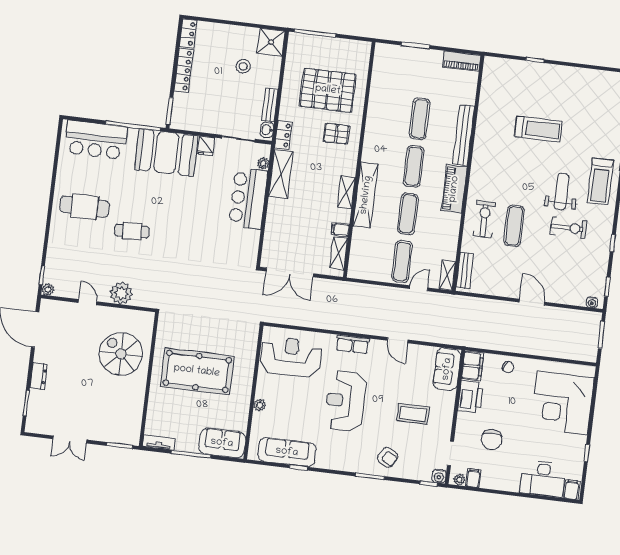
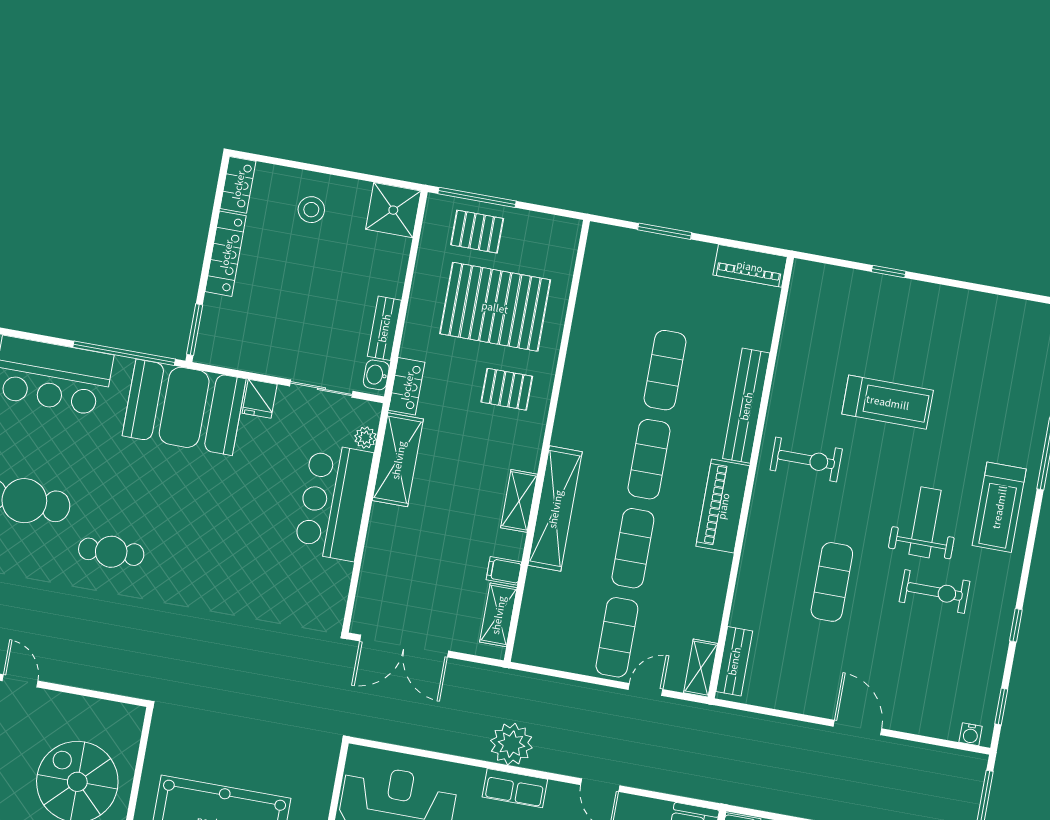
pallet: (316, 51) -> (477, 232), added
stool: (243, 66) -> (311, 210), moved
exercise bike: (484, 219) -> (806, 459), moved, turned 90
plant: (121, 293) -> (511, 744), moved

